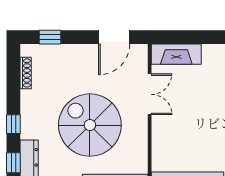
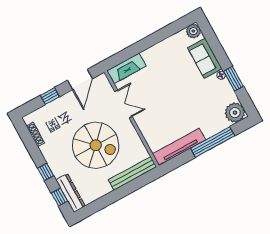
window: (50, 37) -> (50, 96), moved
spiral stairs: (90, 125) -> (96, 145), turned 180

